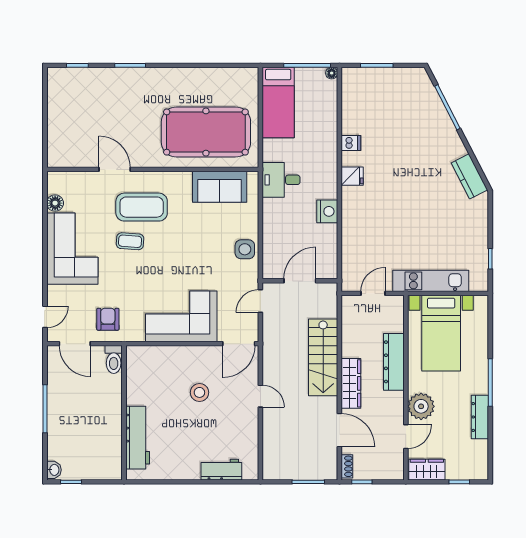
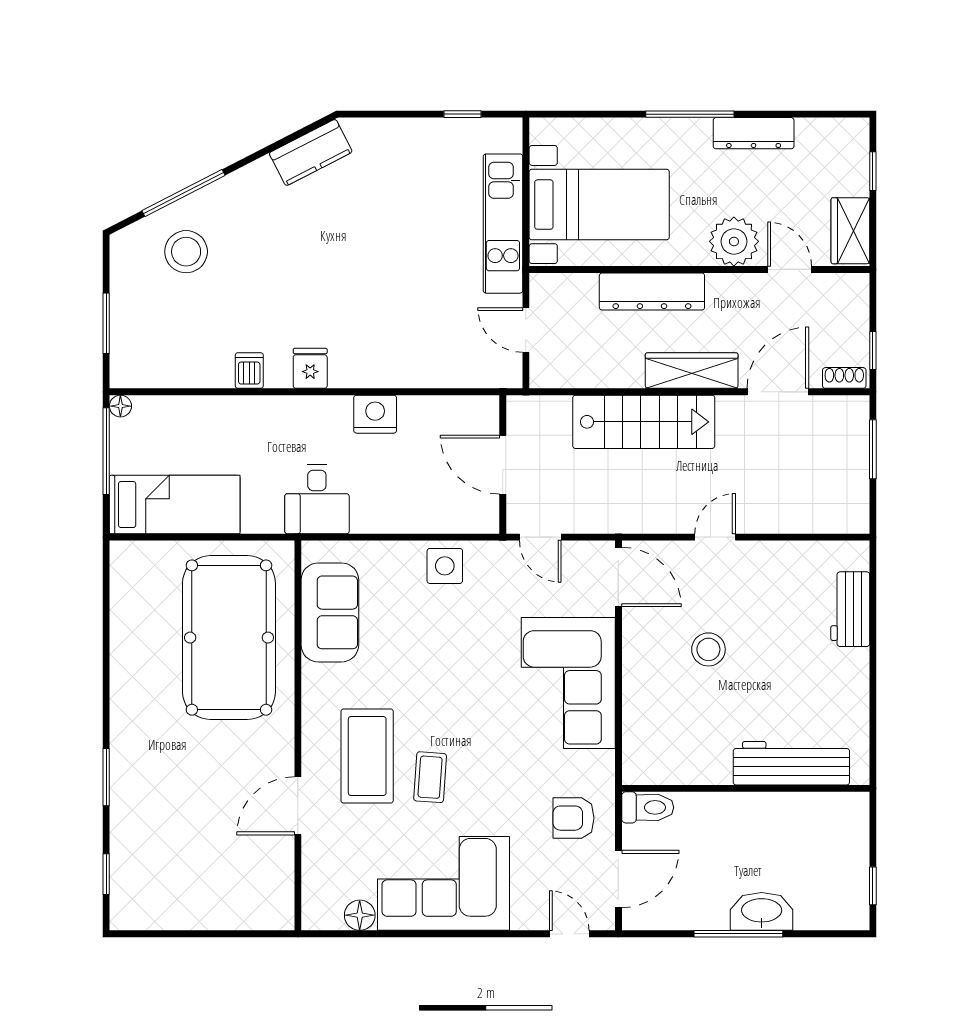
stool: (416, 109) -> (186, 252), added
washbasin: (54, 470) -> (762, 911), moved, width x1.91, depth x1.45

